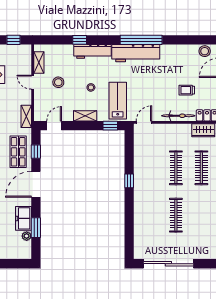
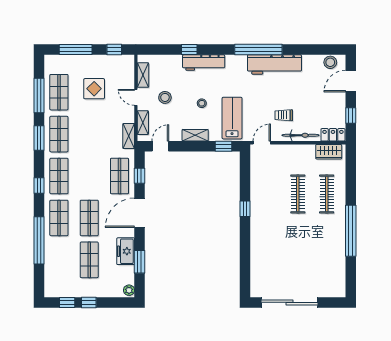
workbench: (136, 53) -> (274, 64), moved
trolley: (187, 90) -> (284, 115), moved
shelving: (39, 105) -> (143, 123), added
clothes rail: (176, 215) -> (298, 248), removed
plant: (27, 236) -> (129, 290), moved

